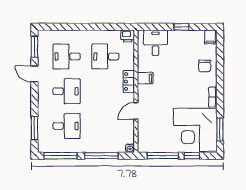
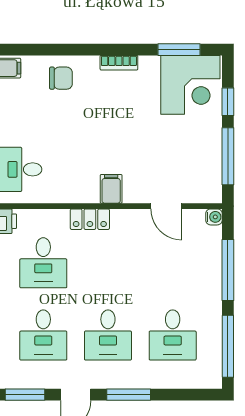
filing cabinet: (145, 78) -> (111, 189), moved
desk: (67, 91) -> (108, 335), turned 180
door: (136, 111) -> (166, 206), moved
desk: (67, 126) -> (173, 335), turned 180
window: (34, 128) -> (129, 395), moved
corner desk: (195, 130) -> (190, 85), width x0.74, depth x0.74

